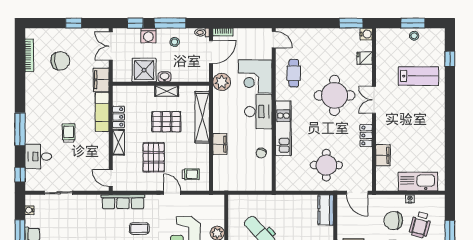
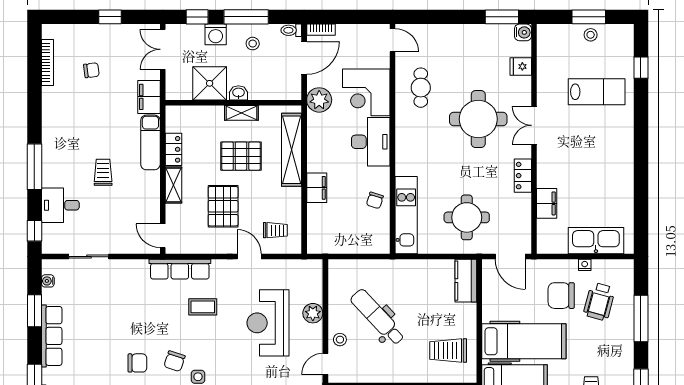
chair: (60, 61) -> (91, 70), width x0.54, depth x0.54
kitchen unit: (283, 128) -> (406, 215), moved

